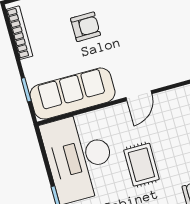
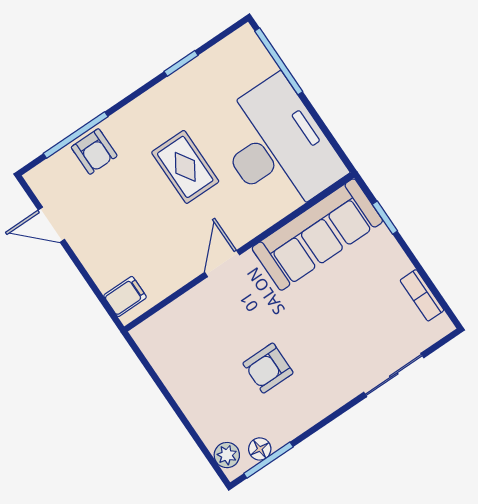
armchair: (86, 27) -> (268, 368), moved
bookcase: (20, 33) -> (422, 295), width x0.64

